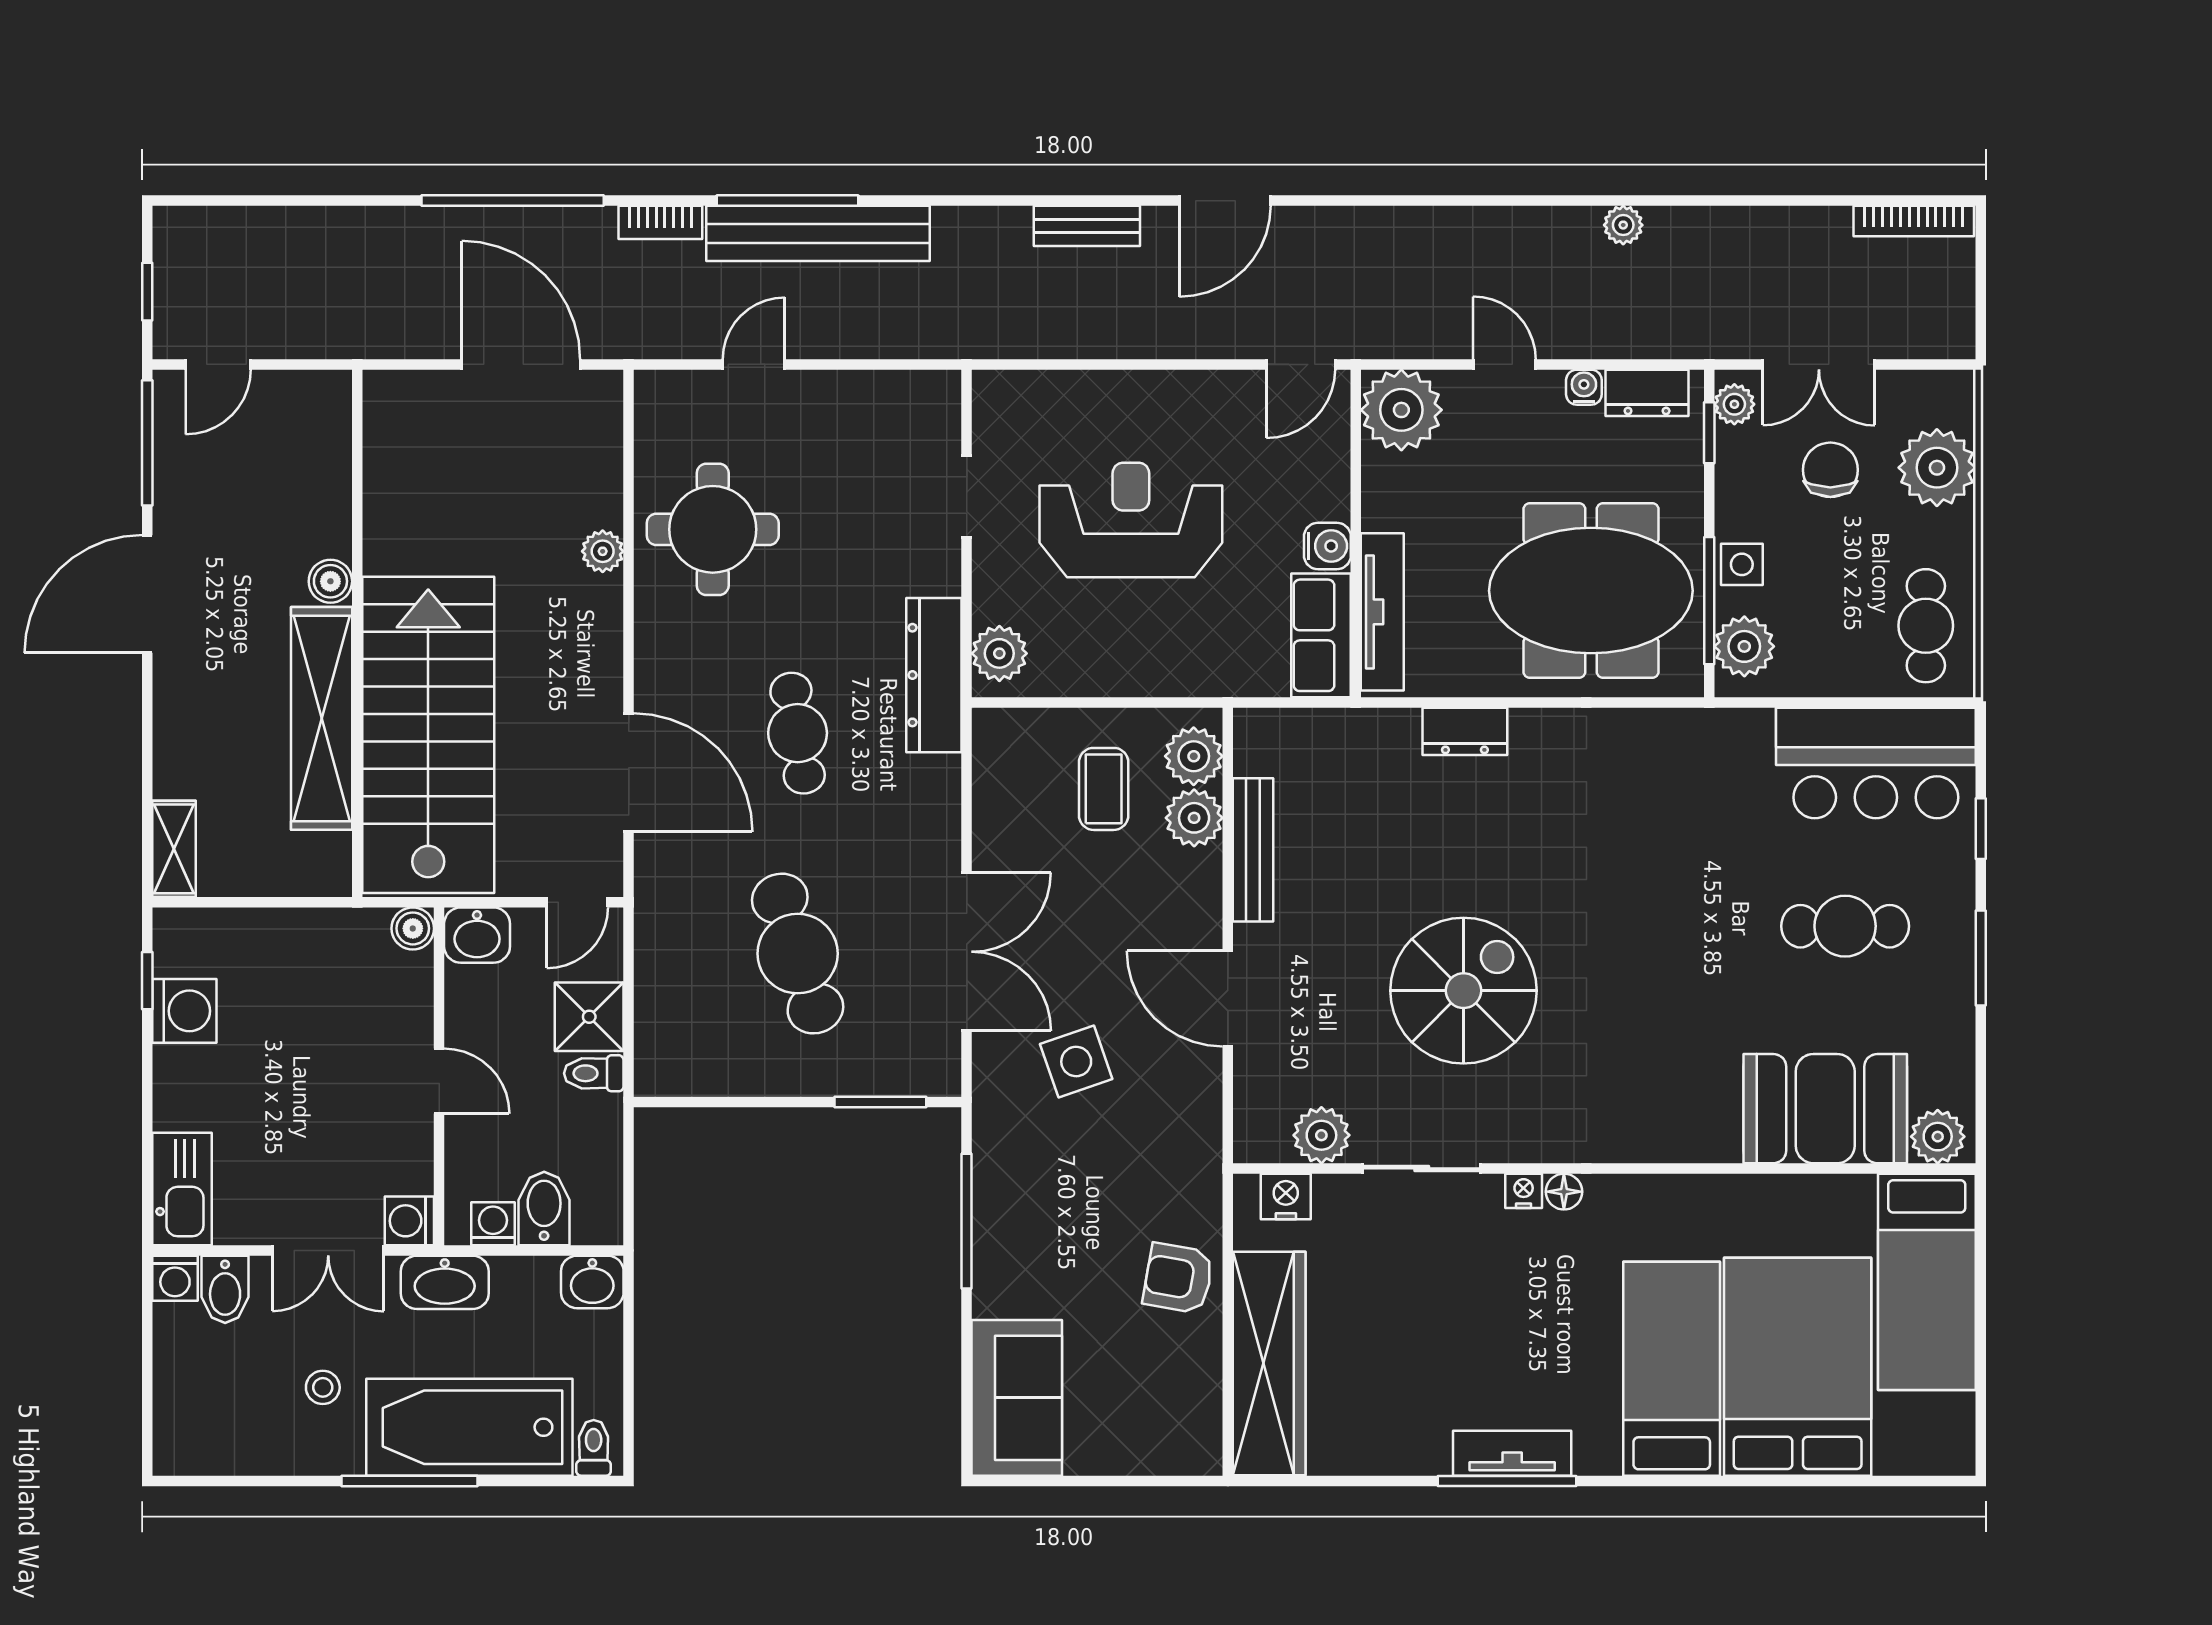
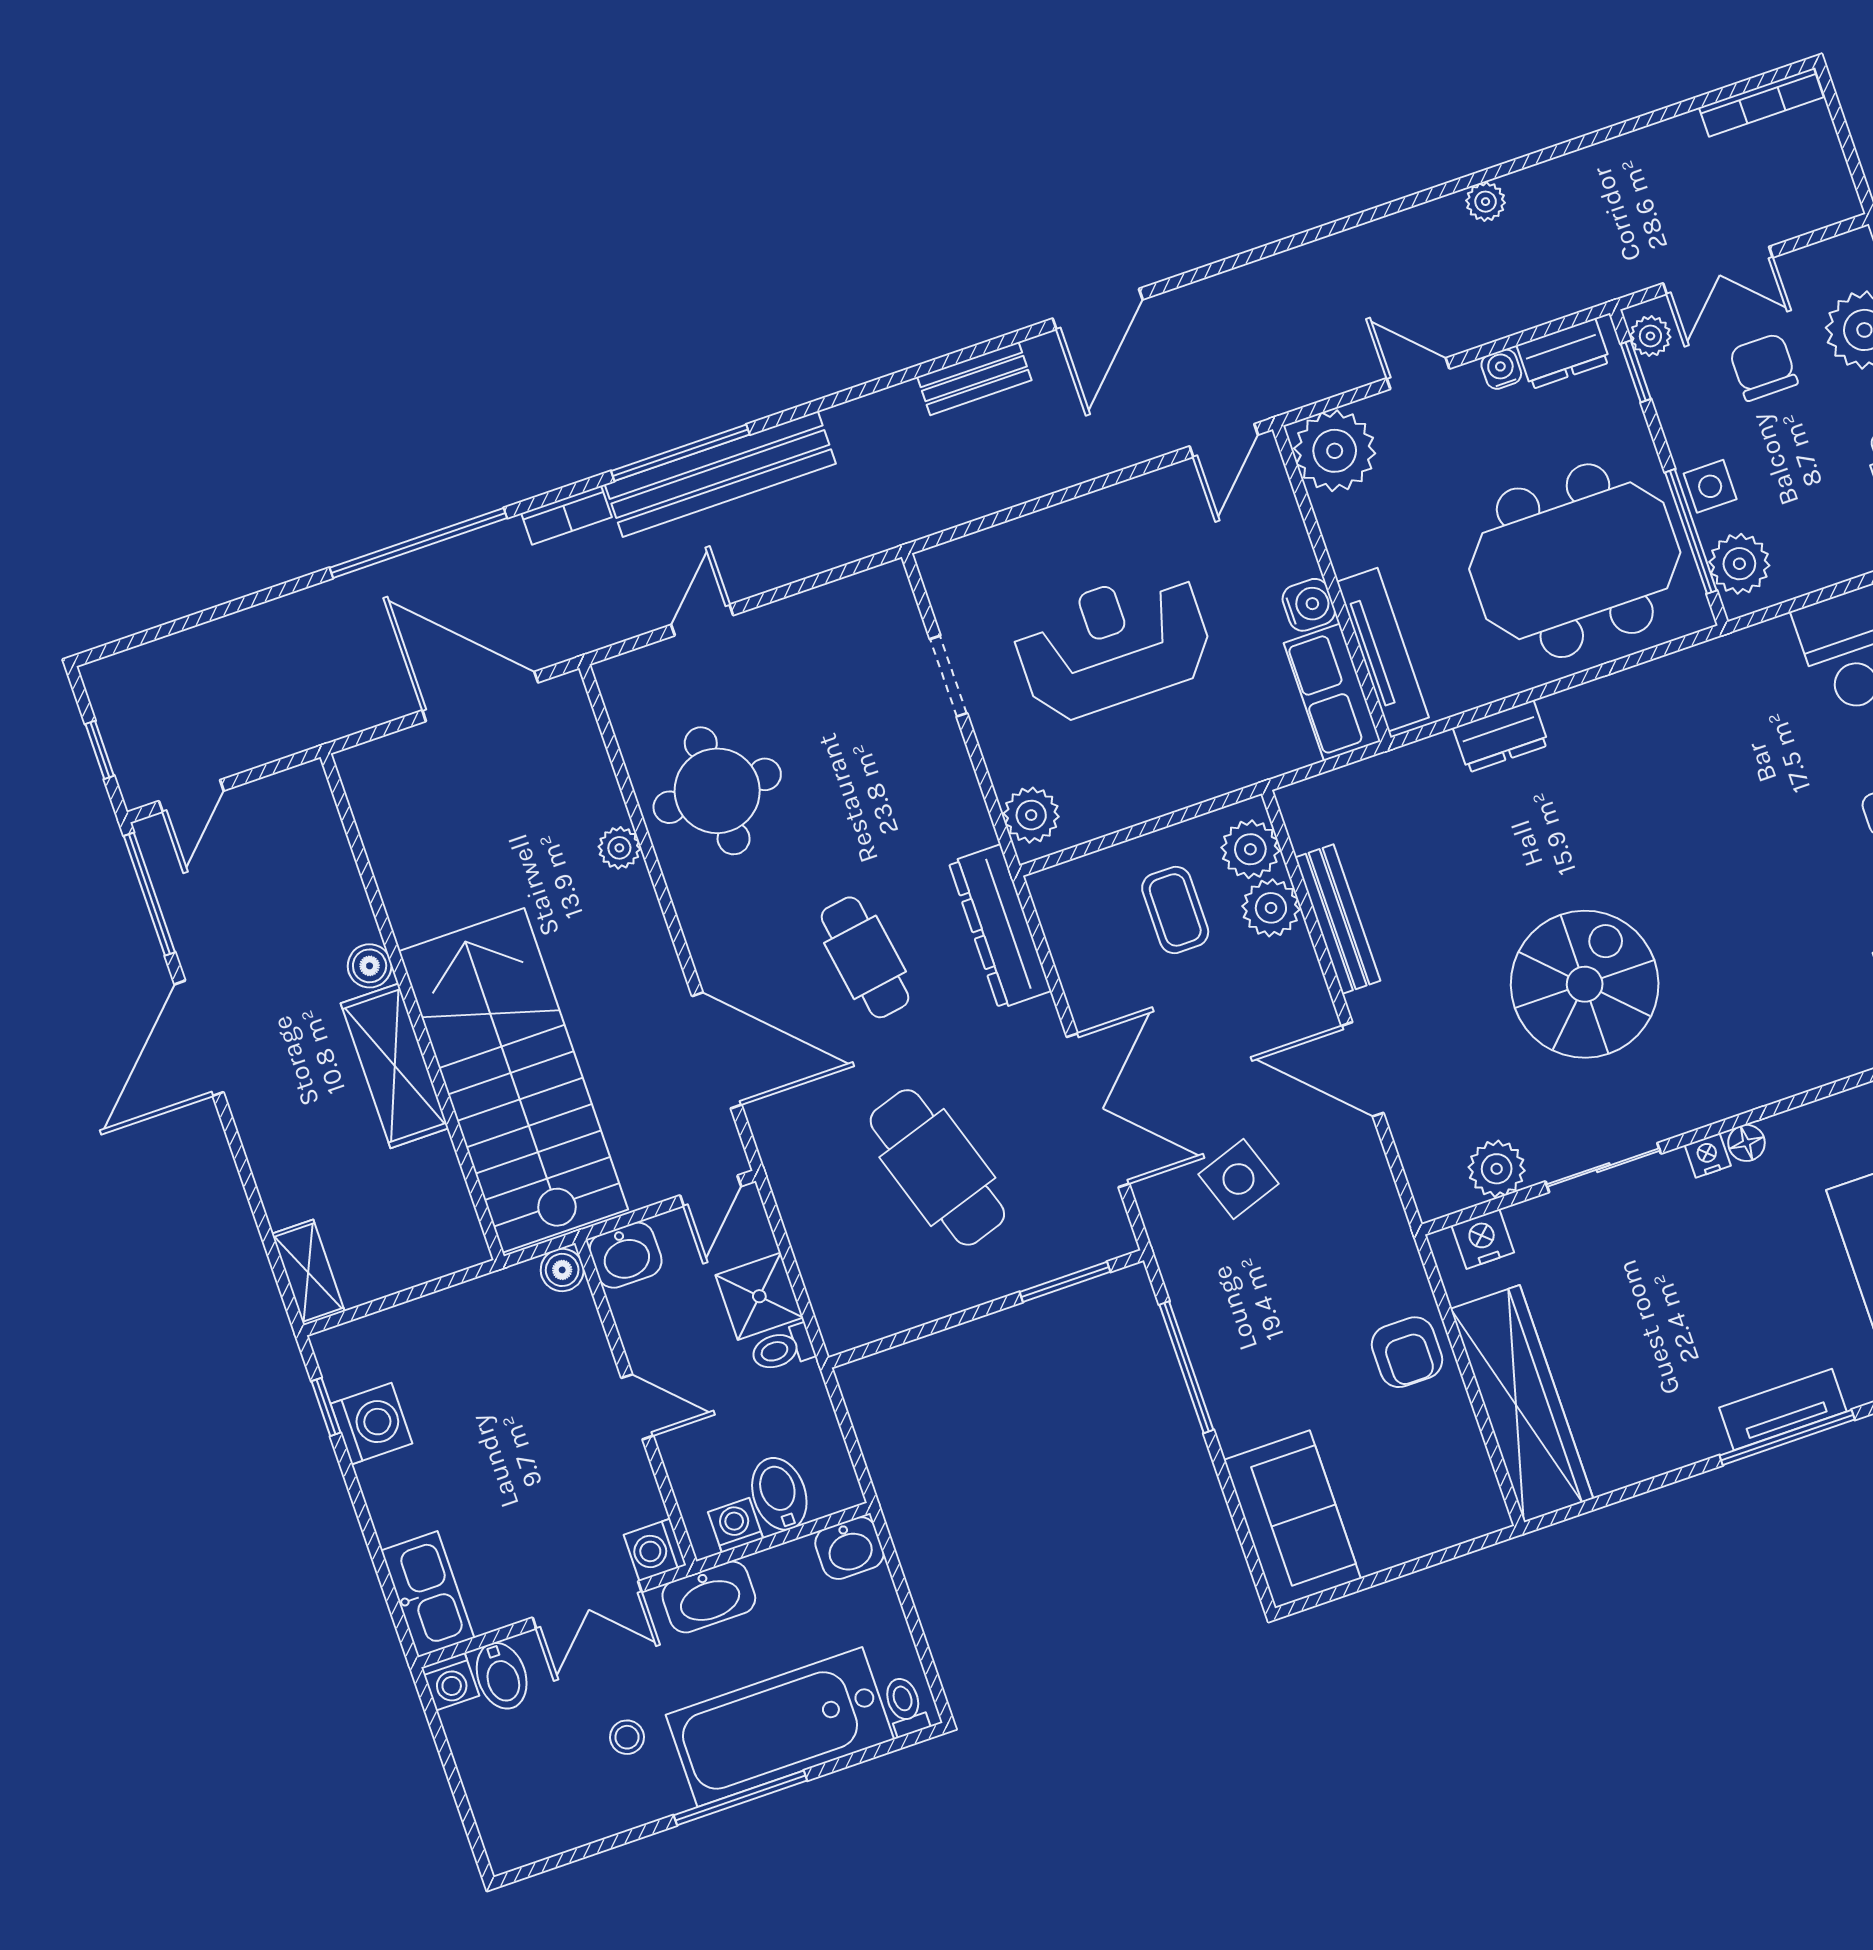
dresser: (934, 675) -> (1000, 927), moved
shelving: (322, 718) -> (395, 1066), width x0.68
armchair: (1178, 1278) -> (1407, 1352), turned -100

